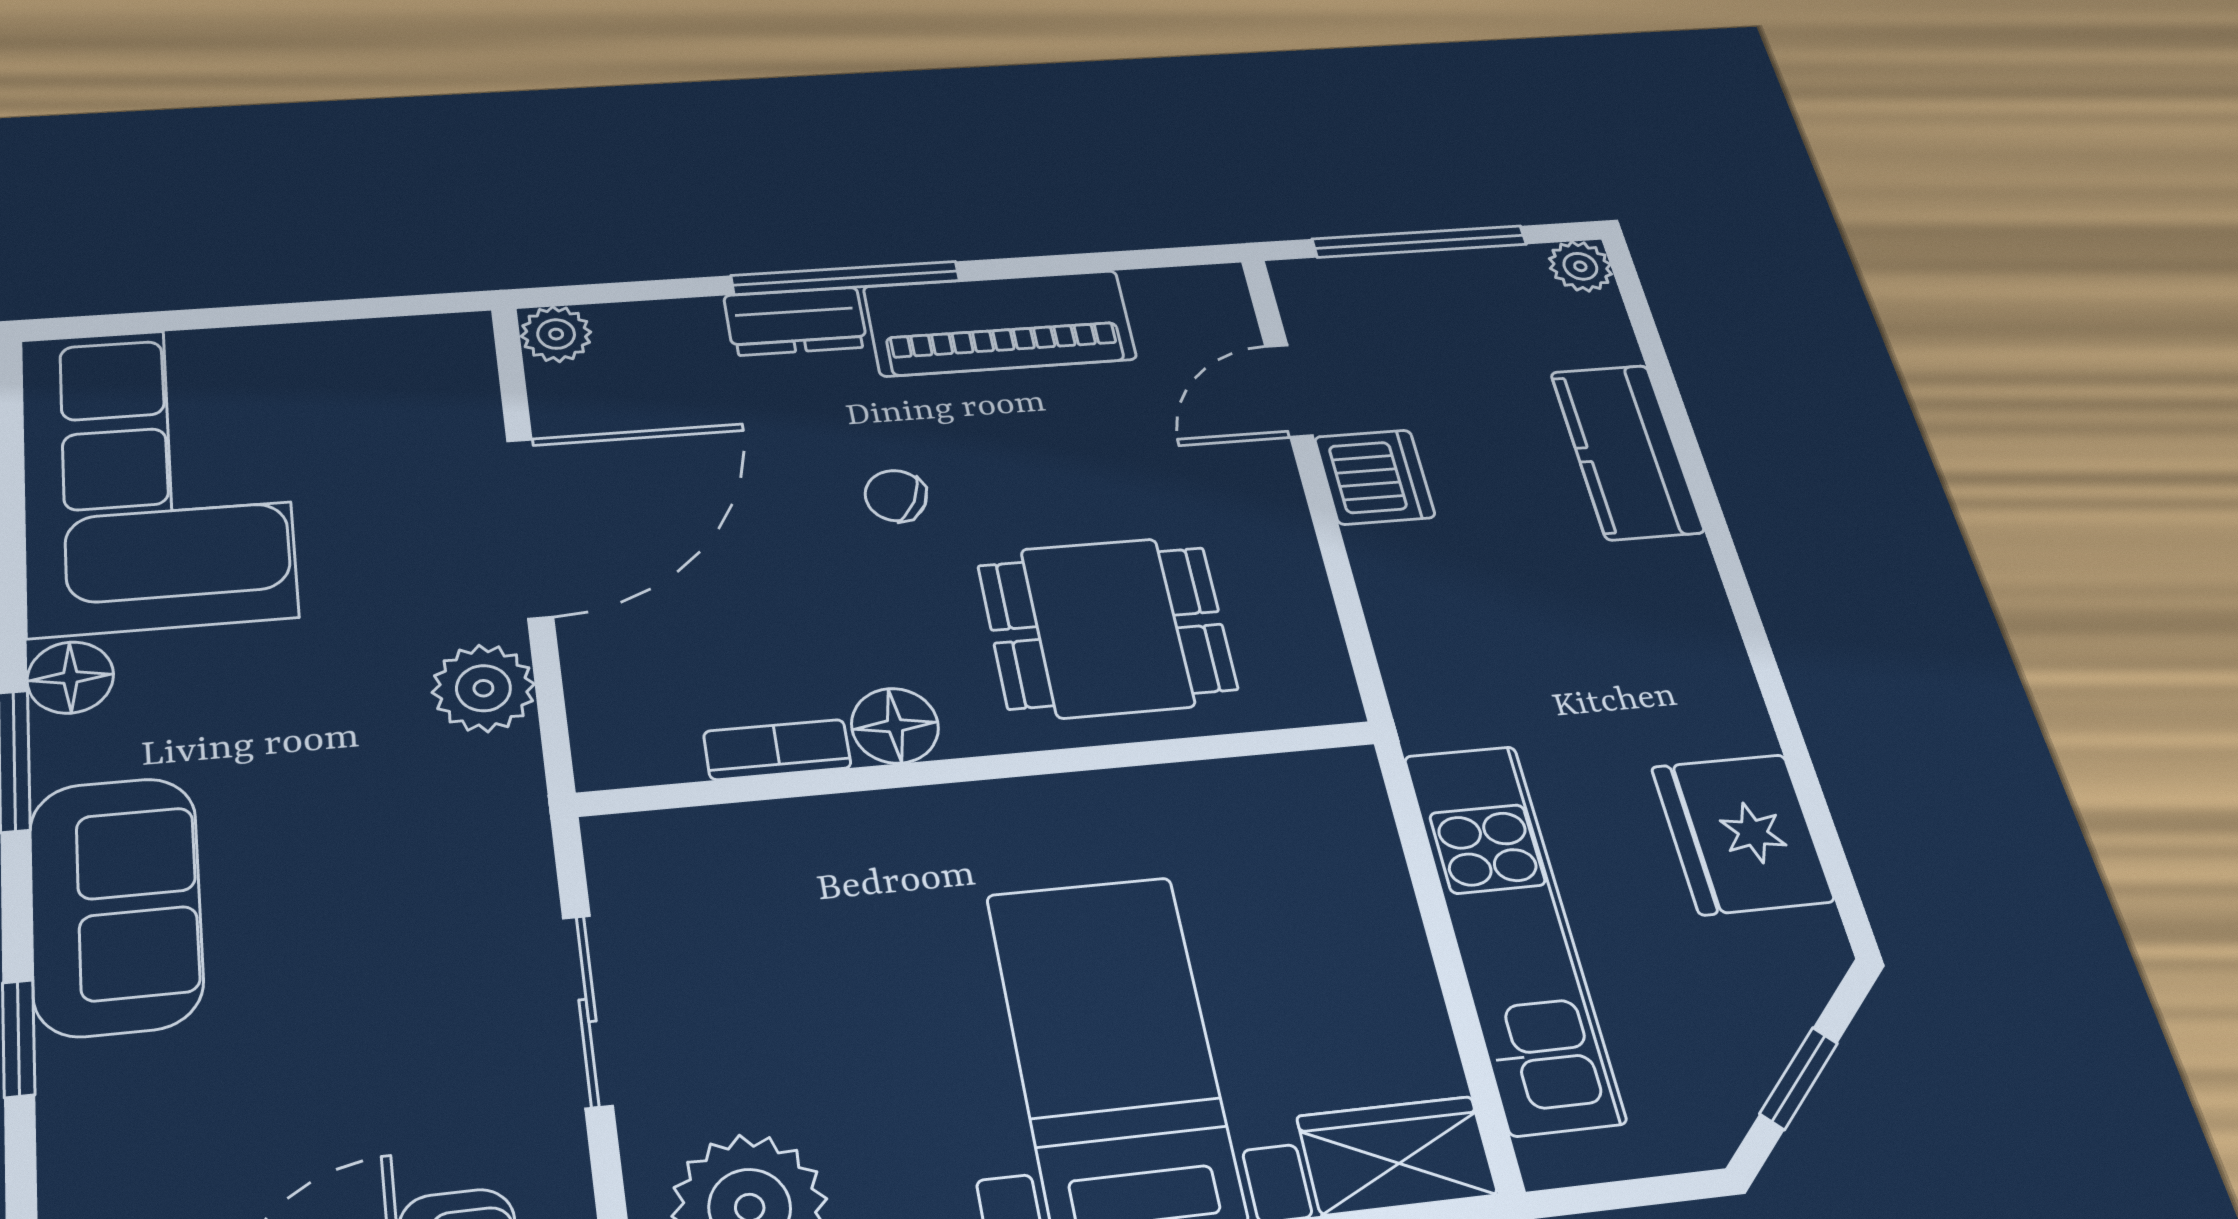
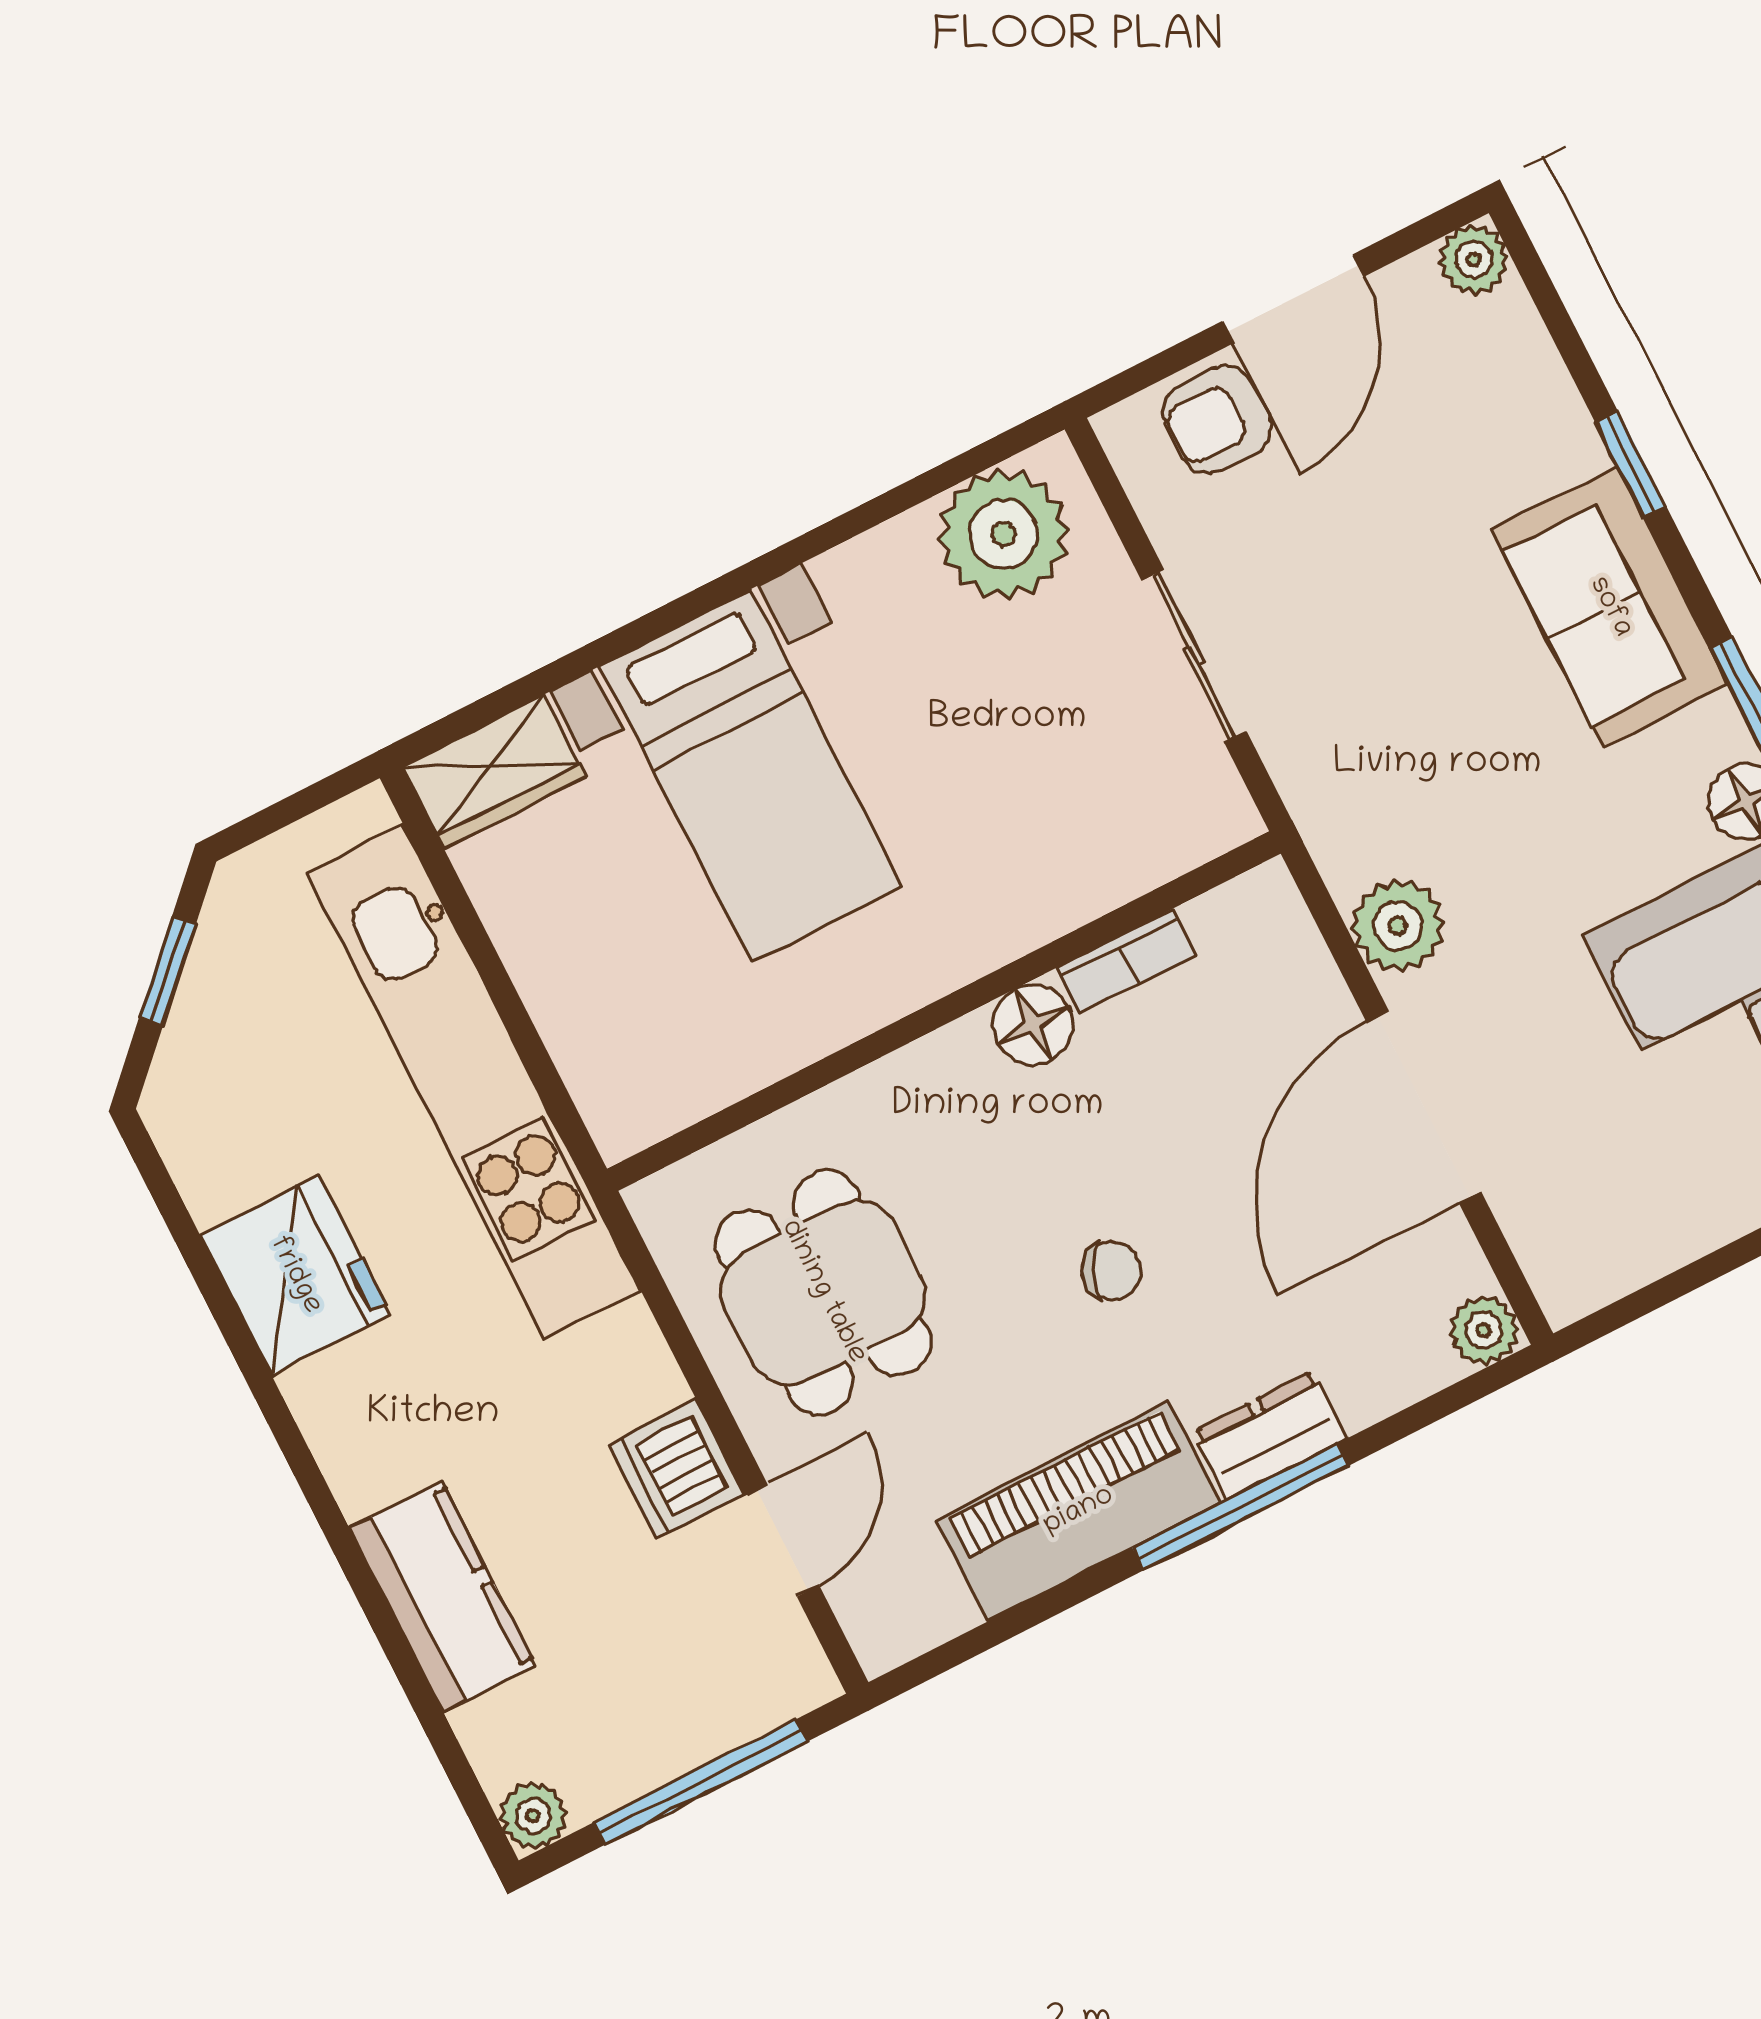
dining table: (1107, 627) -> (823, 1292), moved, turned 90
fridge: (1742, 834) -> (295, 1275), moved
kitchen unit: (1512, 935) -> (473, 1081), width x1.36

